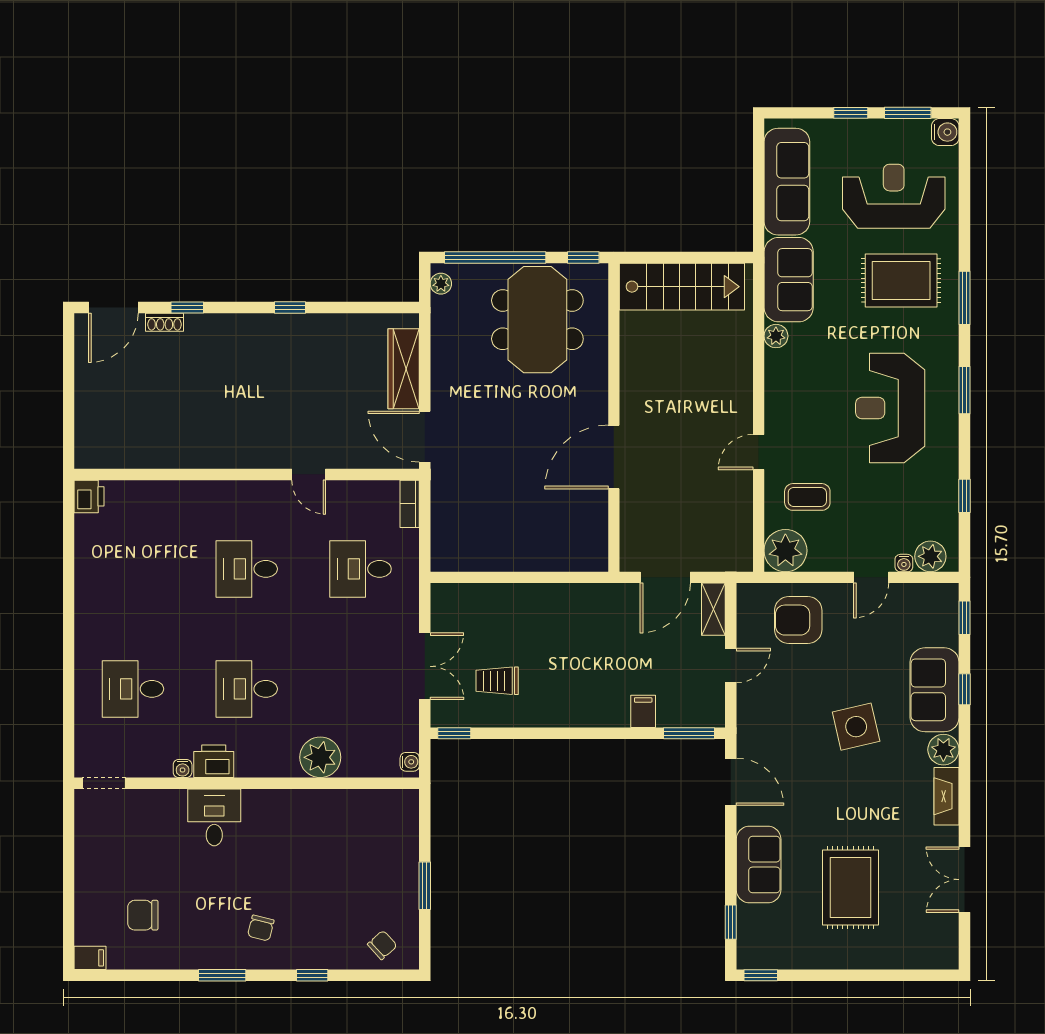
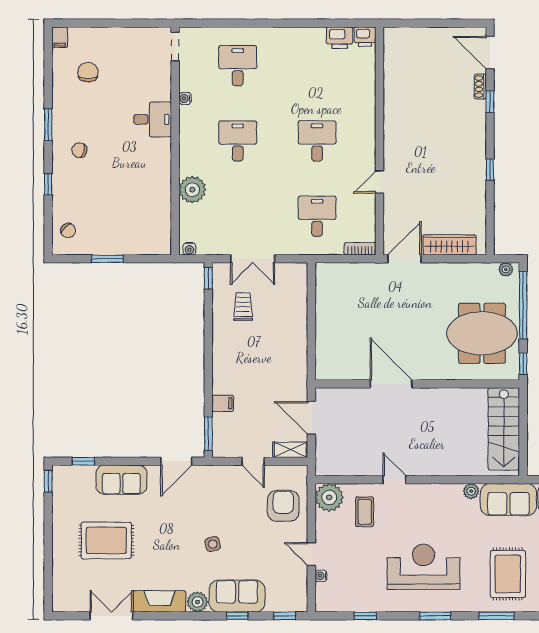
plant: (930, 556) -> (325, 593), removed
side table: (856, 727) -> (213, 544), width x0.54, depth x0.54
printer: (214, 761) -> (340, 38), moved, turned 90
fireplace: (947, 796) -> (160, 601), width x1.37, depth x1.32

